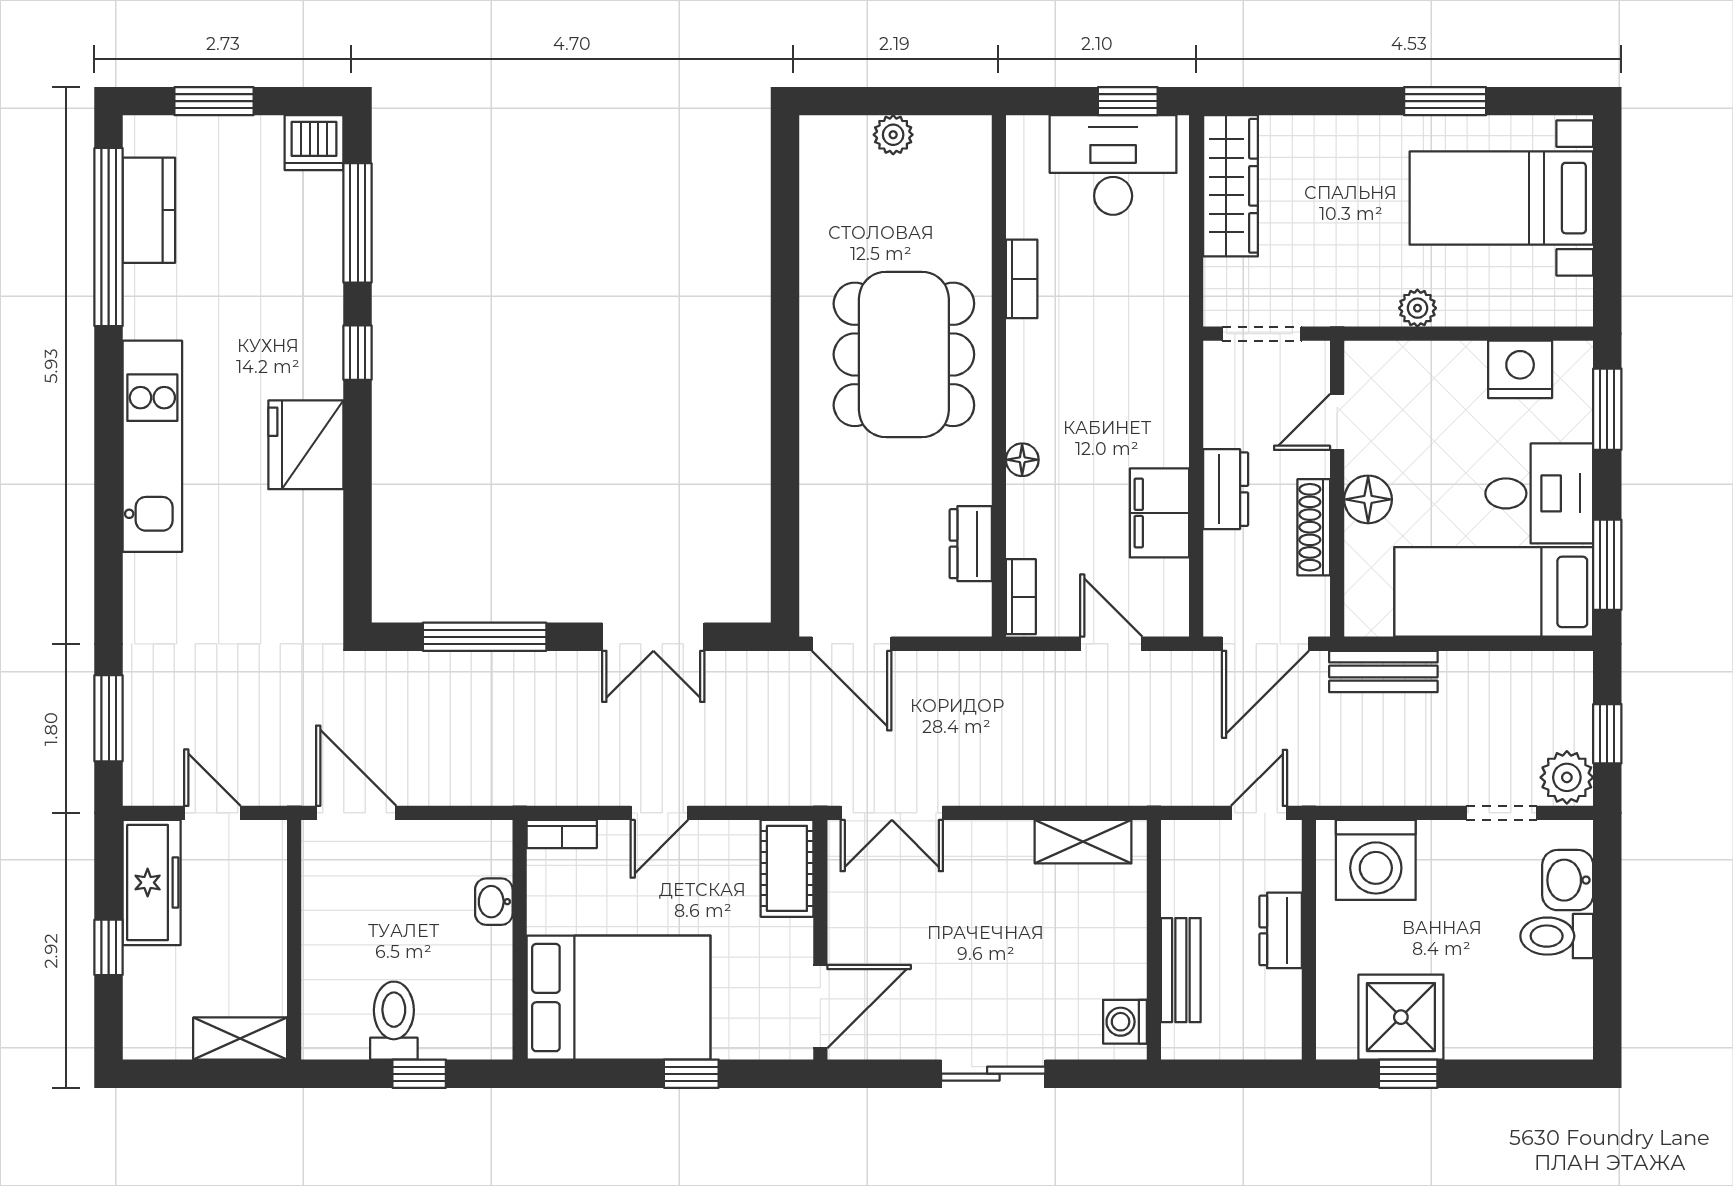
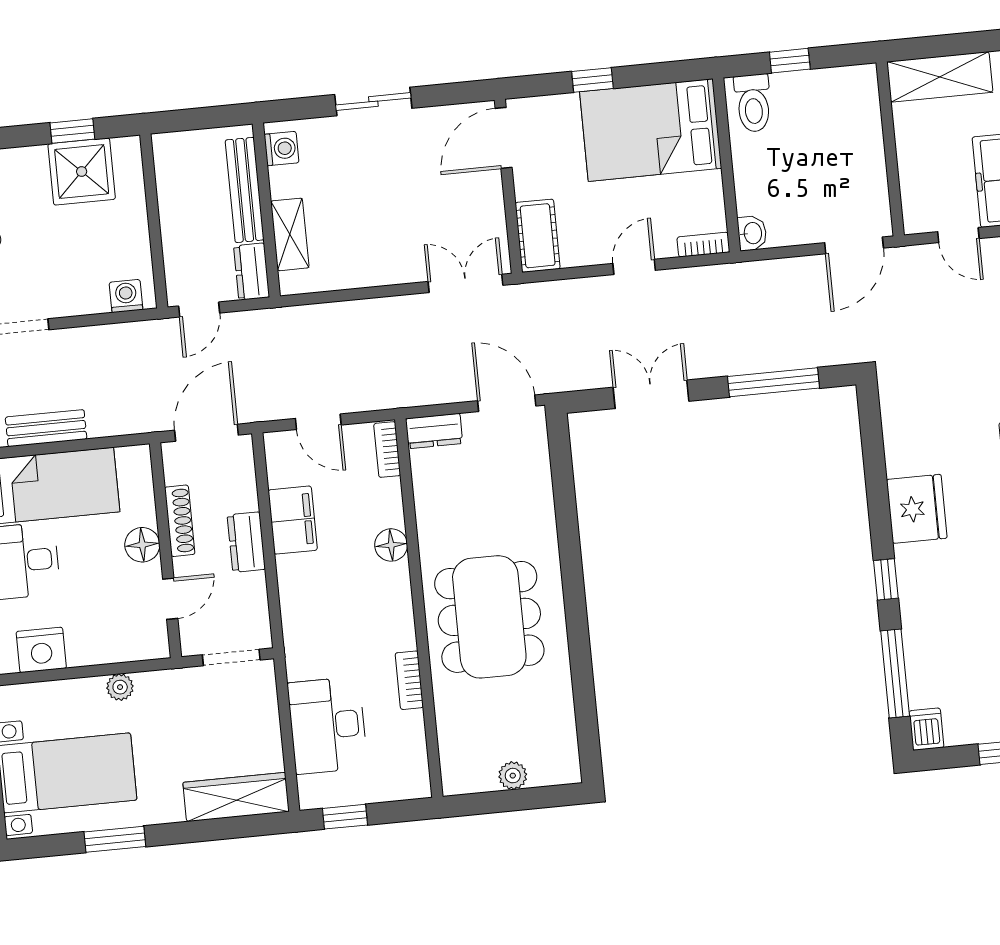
dishwasher: (314, 143) -> (927, 729), width x0.73
desk: (1113, 165) -> (327, 725), moved, turned 90
wardrobe: (1231, 186) -> (236, 797), moved, turned 90
floor lamp: (1022, 460) -> (391, 545), width x1.37, depth x1.37
dresser: (971, 544) -> (434, 431), moved, turned 90
bench: (1383, 672) -> (46, 428), moved
door: (356, 813) -> (854, 245), hinge flipped
shelving: (1083, 842) -> (290, 234), moved, turned 90
washing machine: (1376, 860) -> (126, 296), width x0.53, depth x0.53
washbasin: (494, 902) -> (752, 233), moved
dresser: (1281, 930) -> (252, 272), moved, turned 180
bench: (1181, 970) -> (245, 190), width x1.36
toilet: (394, 1021) -> (753, 103), moved
shelving: (240, 1038) -> (940, 77), width x1.50, depth x1.33

